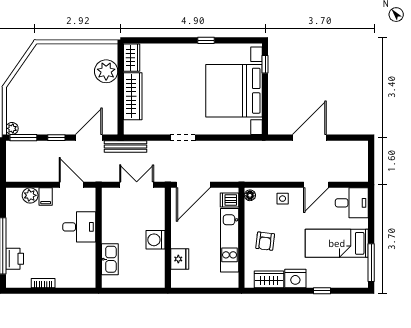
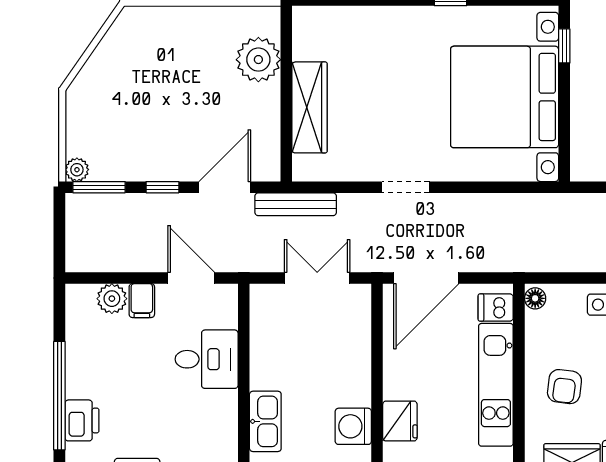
wardrobe: (132, 58) -> (307, 33), removed
washing machine: (155, 240) -> (353, 426), moved

